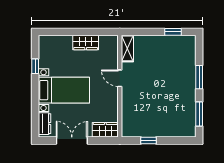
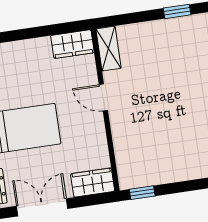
wardrobe: (86, 42) -> (72, 44), moved
window: (148, 141) -> (142, 193), moved

